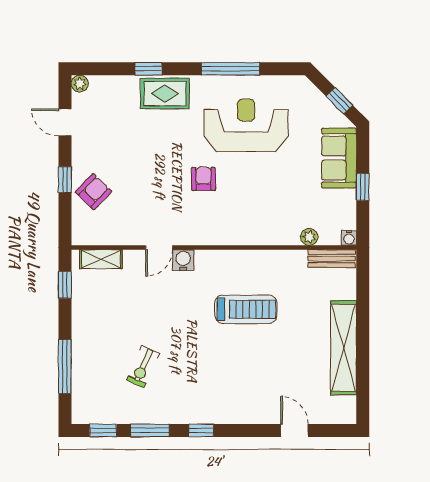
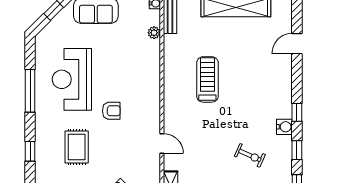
rug: (165, 94) -> (77, 147), moved
armchair: (203, 179) -> (111, 111), turned 180
water cooler: (183, 260) -> (284, 127), moved, turned 180
window: (150, 430) -> (297, 150), width x0.67

